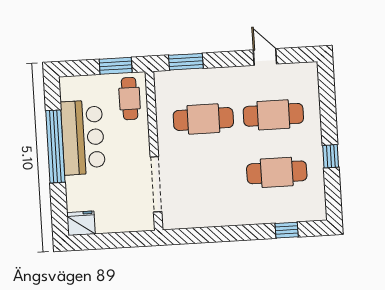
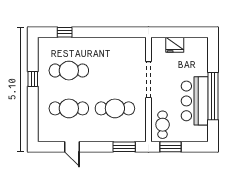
doorway: (156, 184) -> (148, 80), moved
fridge: (81, 223) -> (175, 45), moved

